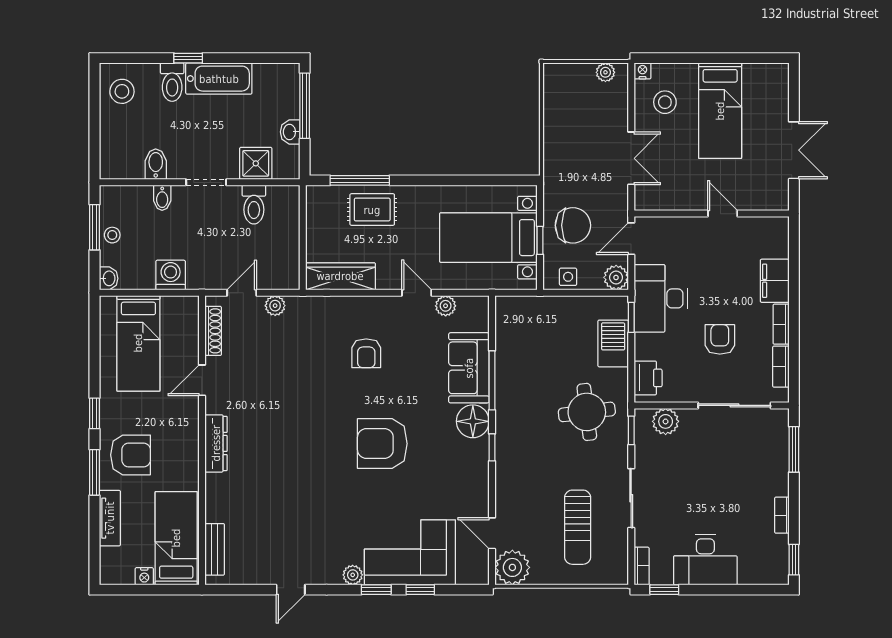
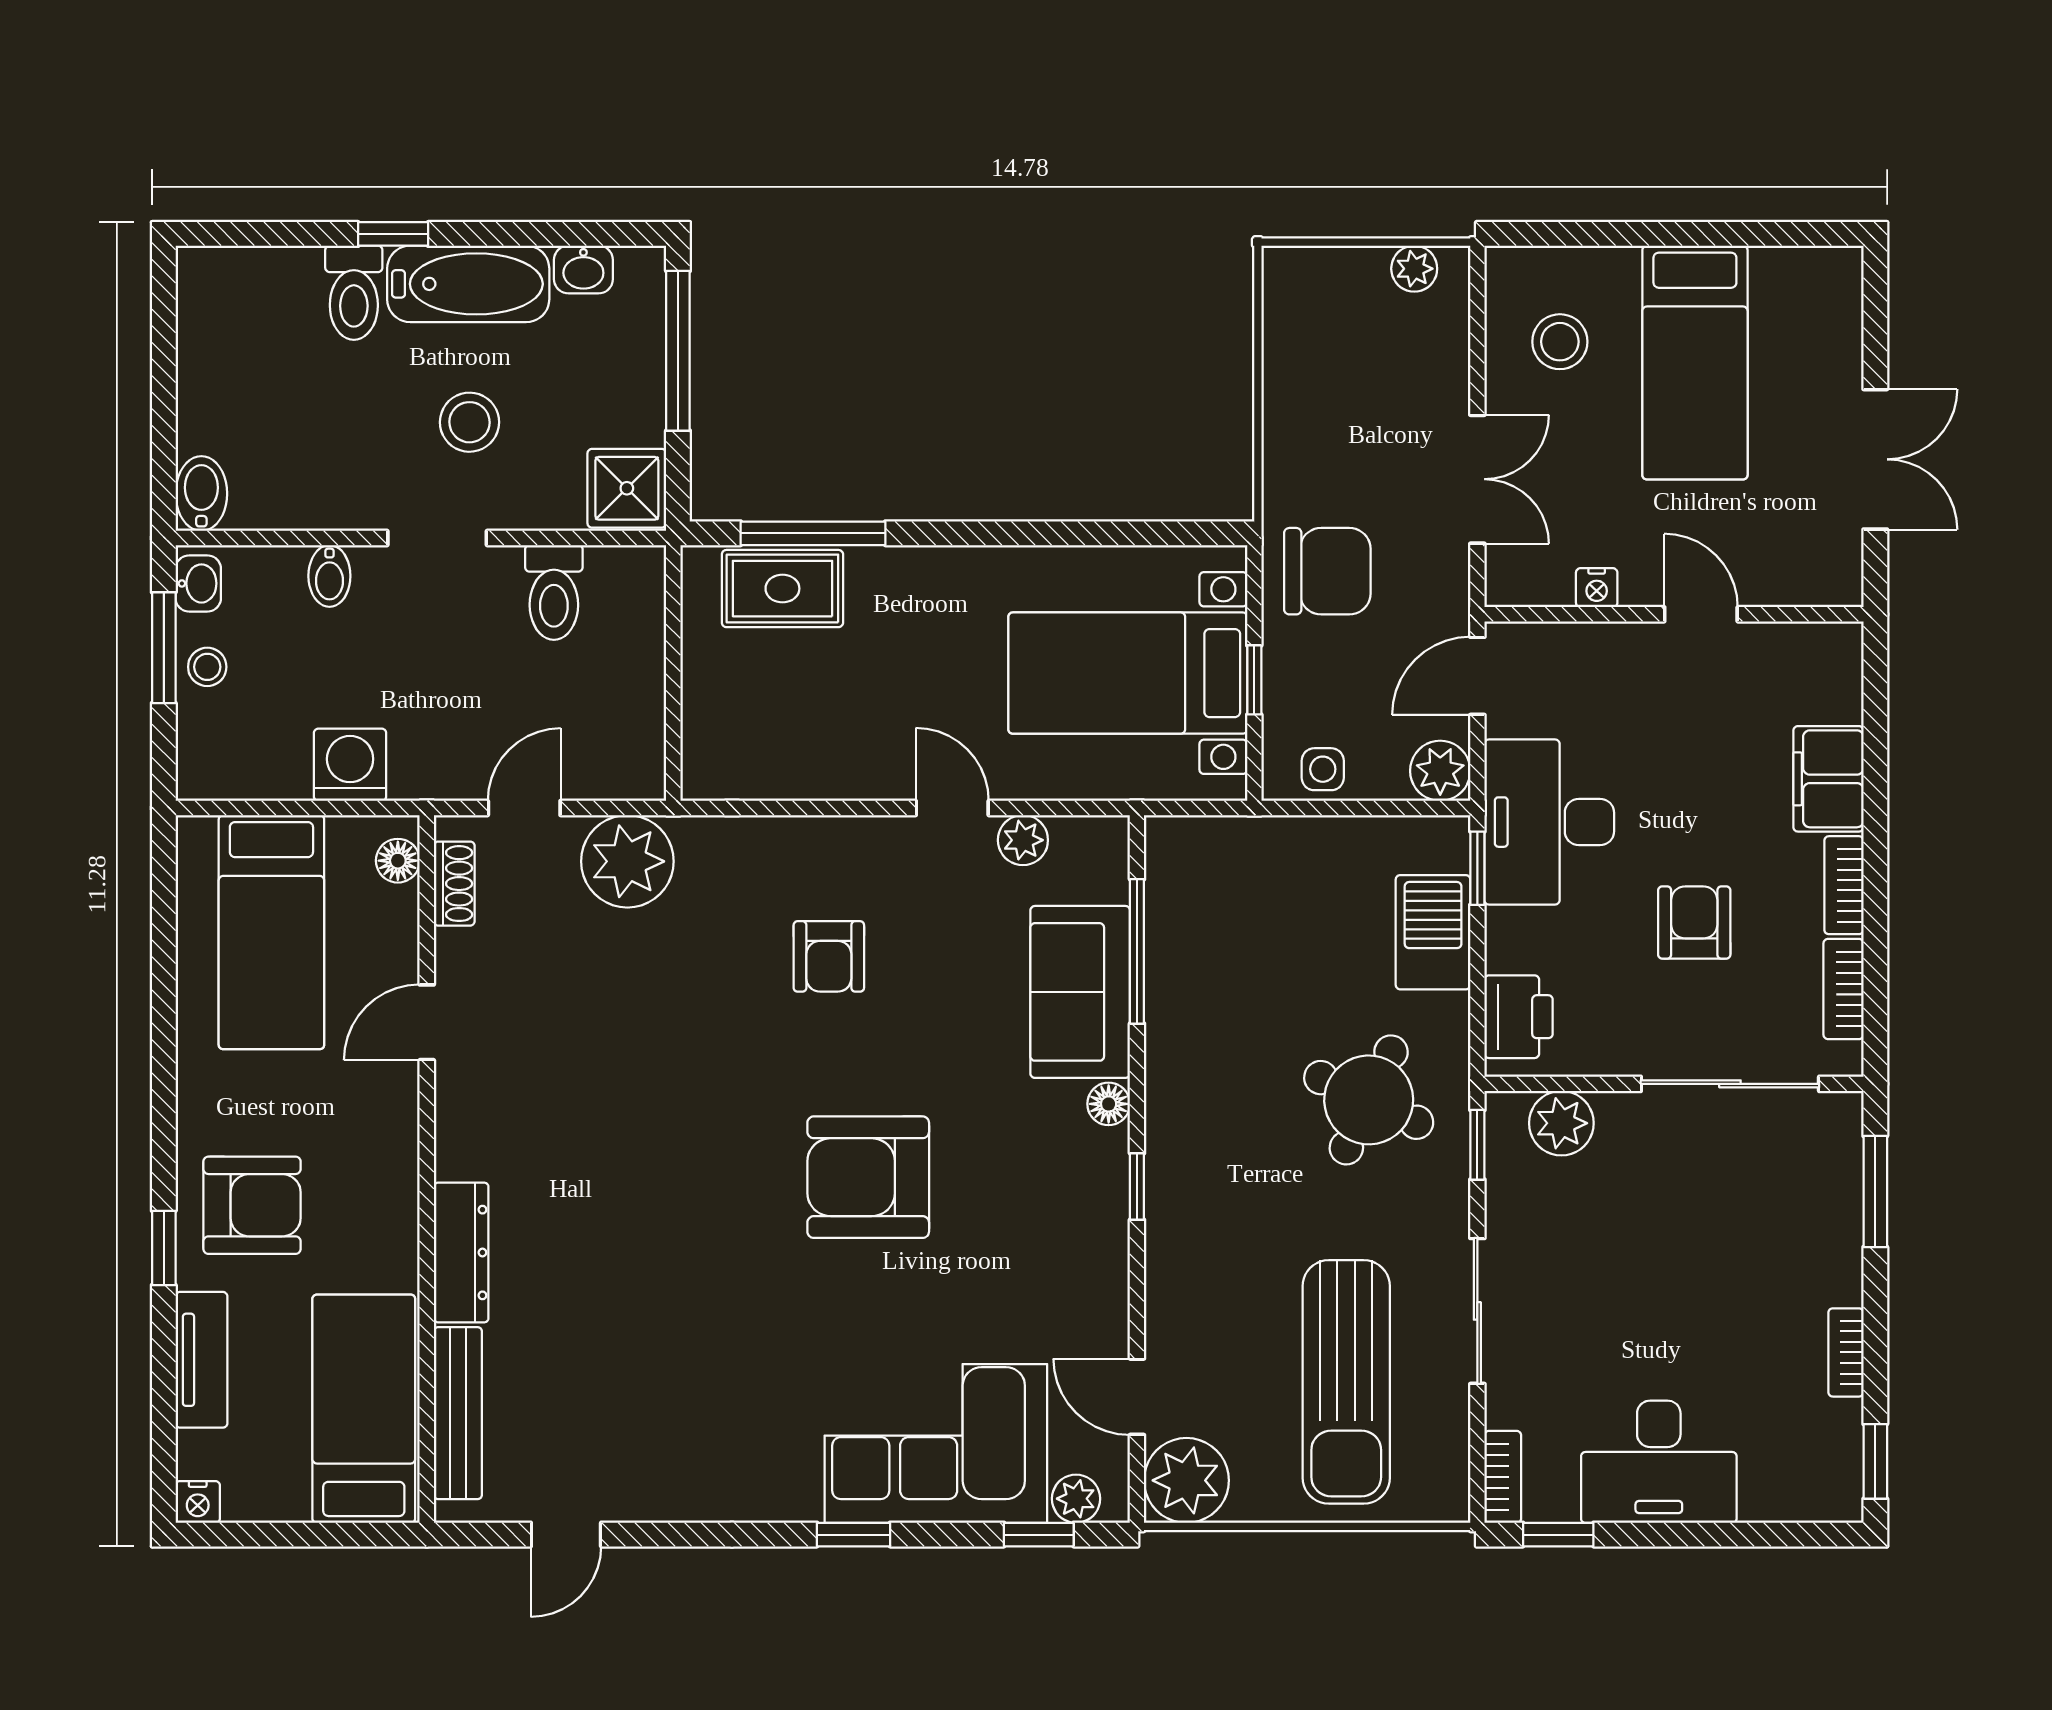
nightstand: (643, 71) -> (1597, 588), moved, turned 180
stool: (122, 91) -> (469, 422), moved
washbasin: (290, 132) -> (583, 270), moved, turned -90
shower: (256, 163) -> (627, 488), moved
bidet: (156, 164) -> (201, 494), moved
rug: (372, 210) -> (782, 589), moved
chair: (573, 225) -> (1327, 571), moved
wardrobe: (340, 276) -> (766, 768), removed
washbasin: (109, 278) -> (198, 583), moved
plant: (275, 306) -> (627, 861), width x1.88, depth x1.88
floor lamp: (190, 314) -> (398, 861), added
shoe rack: (213, 331) -> (454, 884), width x0.70
window: (492, 380) -> (1137, 951), moved
round table: (587, 412) -> (1369, 1100), turned 32
window: (94, 413) -> (164, 1104), removed
floor lamp: (473, 421) -> (1109, 1104), width x0.53, depth x0.53
dresser: (216, 443) -> (461, 1253), moved
window: (94, 472) -> (164, 1248), width x0.67
sun lounger: (578, 527) -> (1346, 1382), width x1.36, depth x1.34
bench: (215, 549) -> (458, 1413), width x1.36
plant: (353, 575) -> (1076, 1499), moved
nightstand: (144, 576) -> (198, 1502), moved
door: (291, 590) -> (566, 1535), moved
window: (420, 590) -> (1039, 1535), moved

